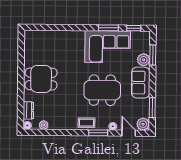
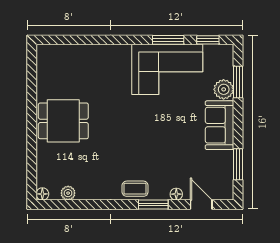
dining table: (102, 90) -> (159, 138), removed
dresser: (28, 110) -> (44, 170), removed
plant: (143, 124) -> (224, 190), removed

